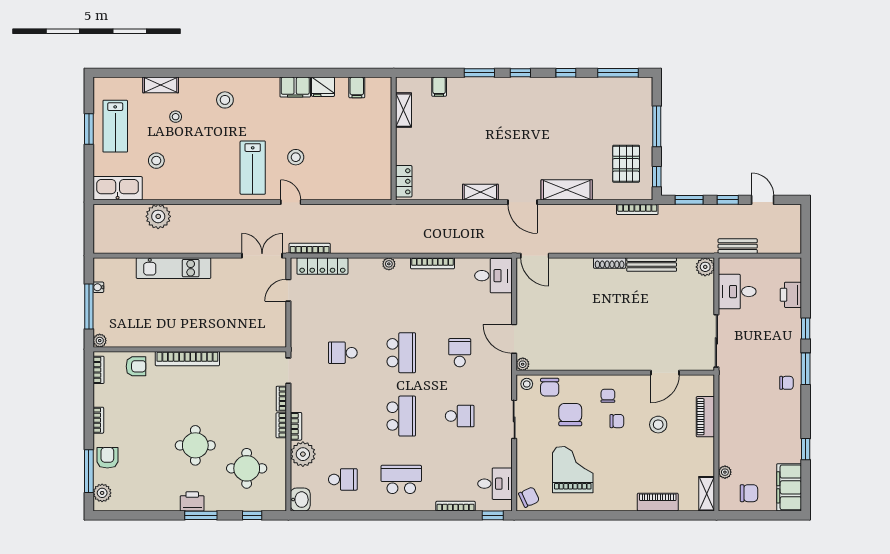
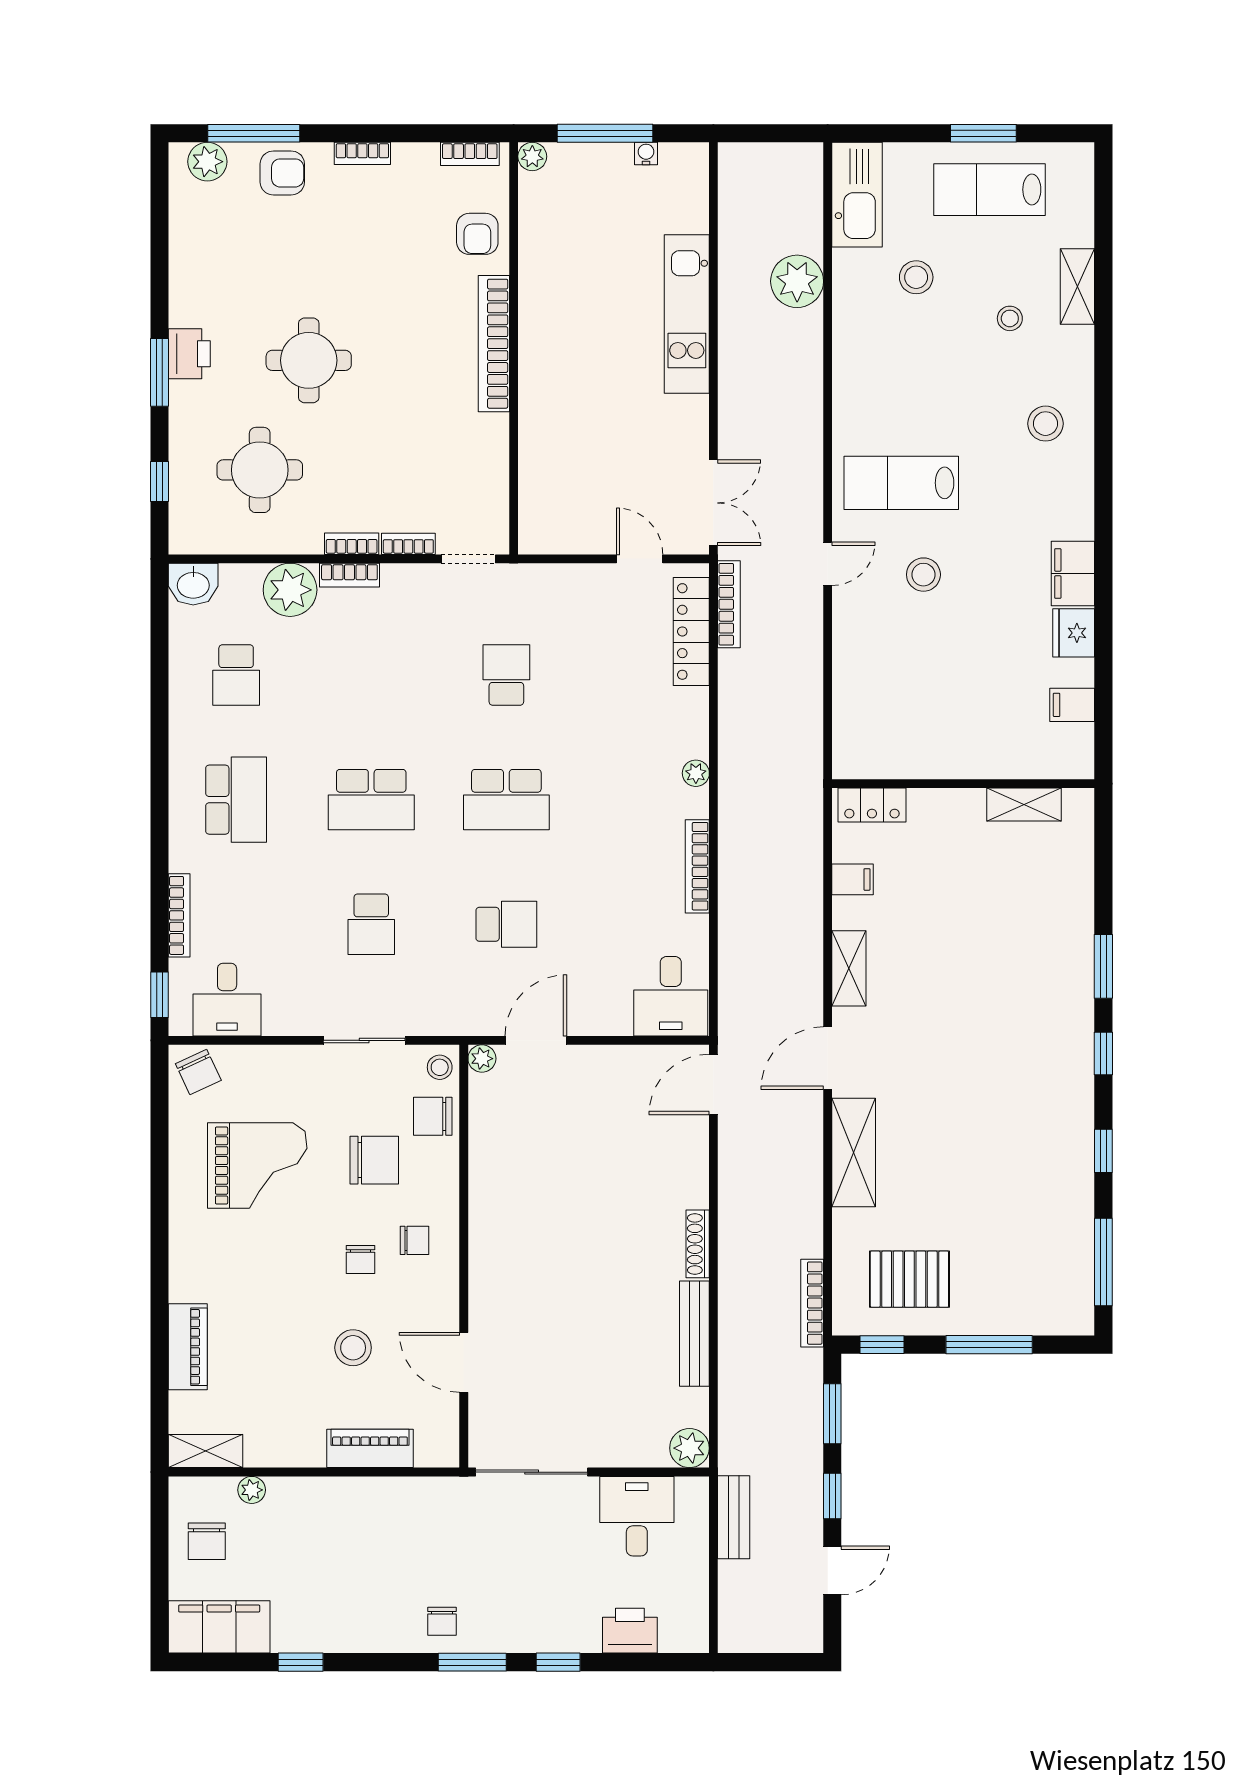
filing cabinet: (439, 87) -> (853, 879), moved, turned 180

